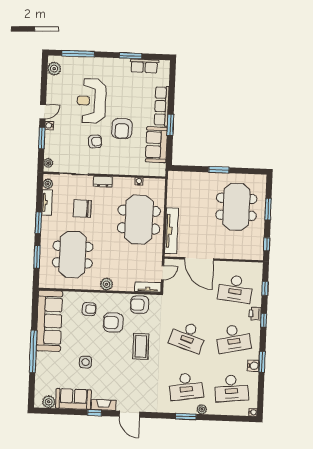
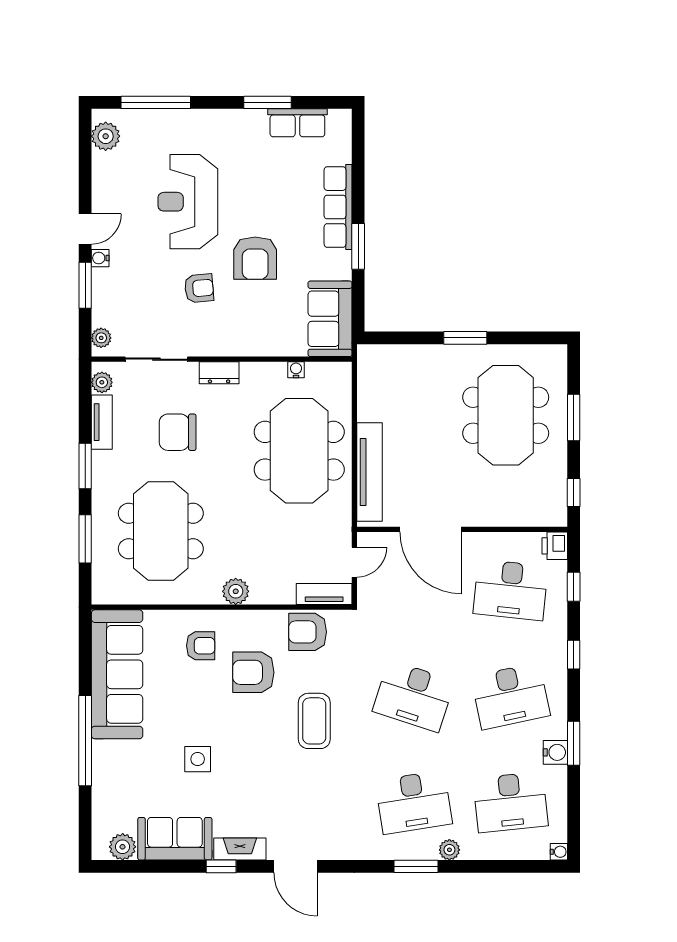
sofa: (156, 145) -> (330, 319), moved
printer: (255, 314) -> (555, 546), moved

